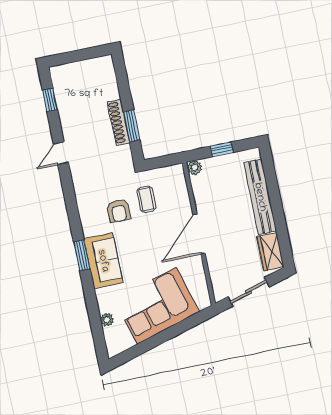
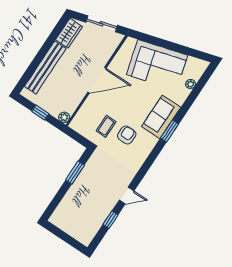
window: (50, 100) -> (110, 220), moved
shoe rack: (119, 122) -> (80, 181), removed

